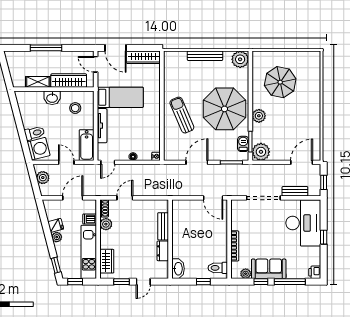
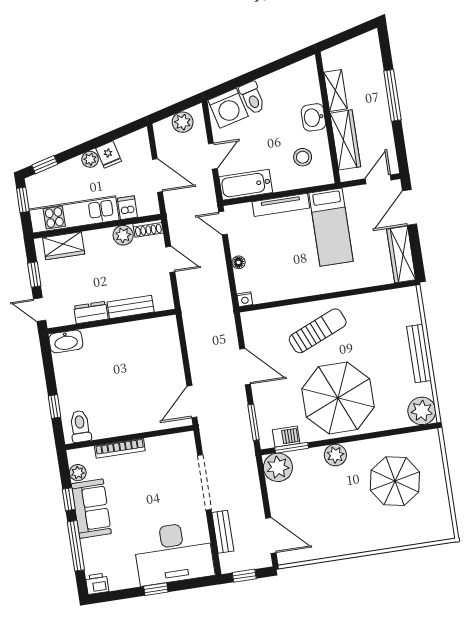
bench: (163, 226) -> (131, 307), moved
wall: (170, 239) -> (112, 321), moved
dresser: (163, 251) -> (91, 313), moved
washbasin: (178, 269) -> (66, 341), moved

